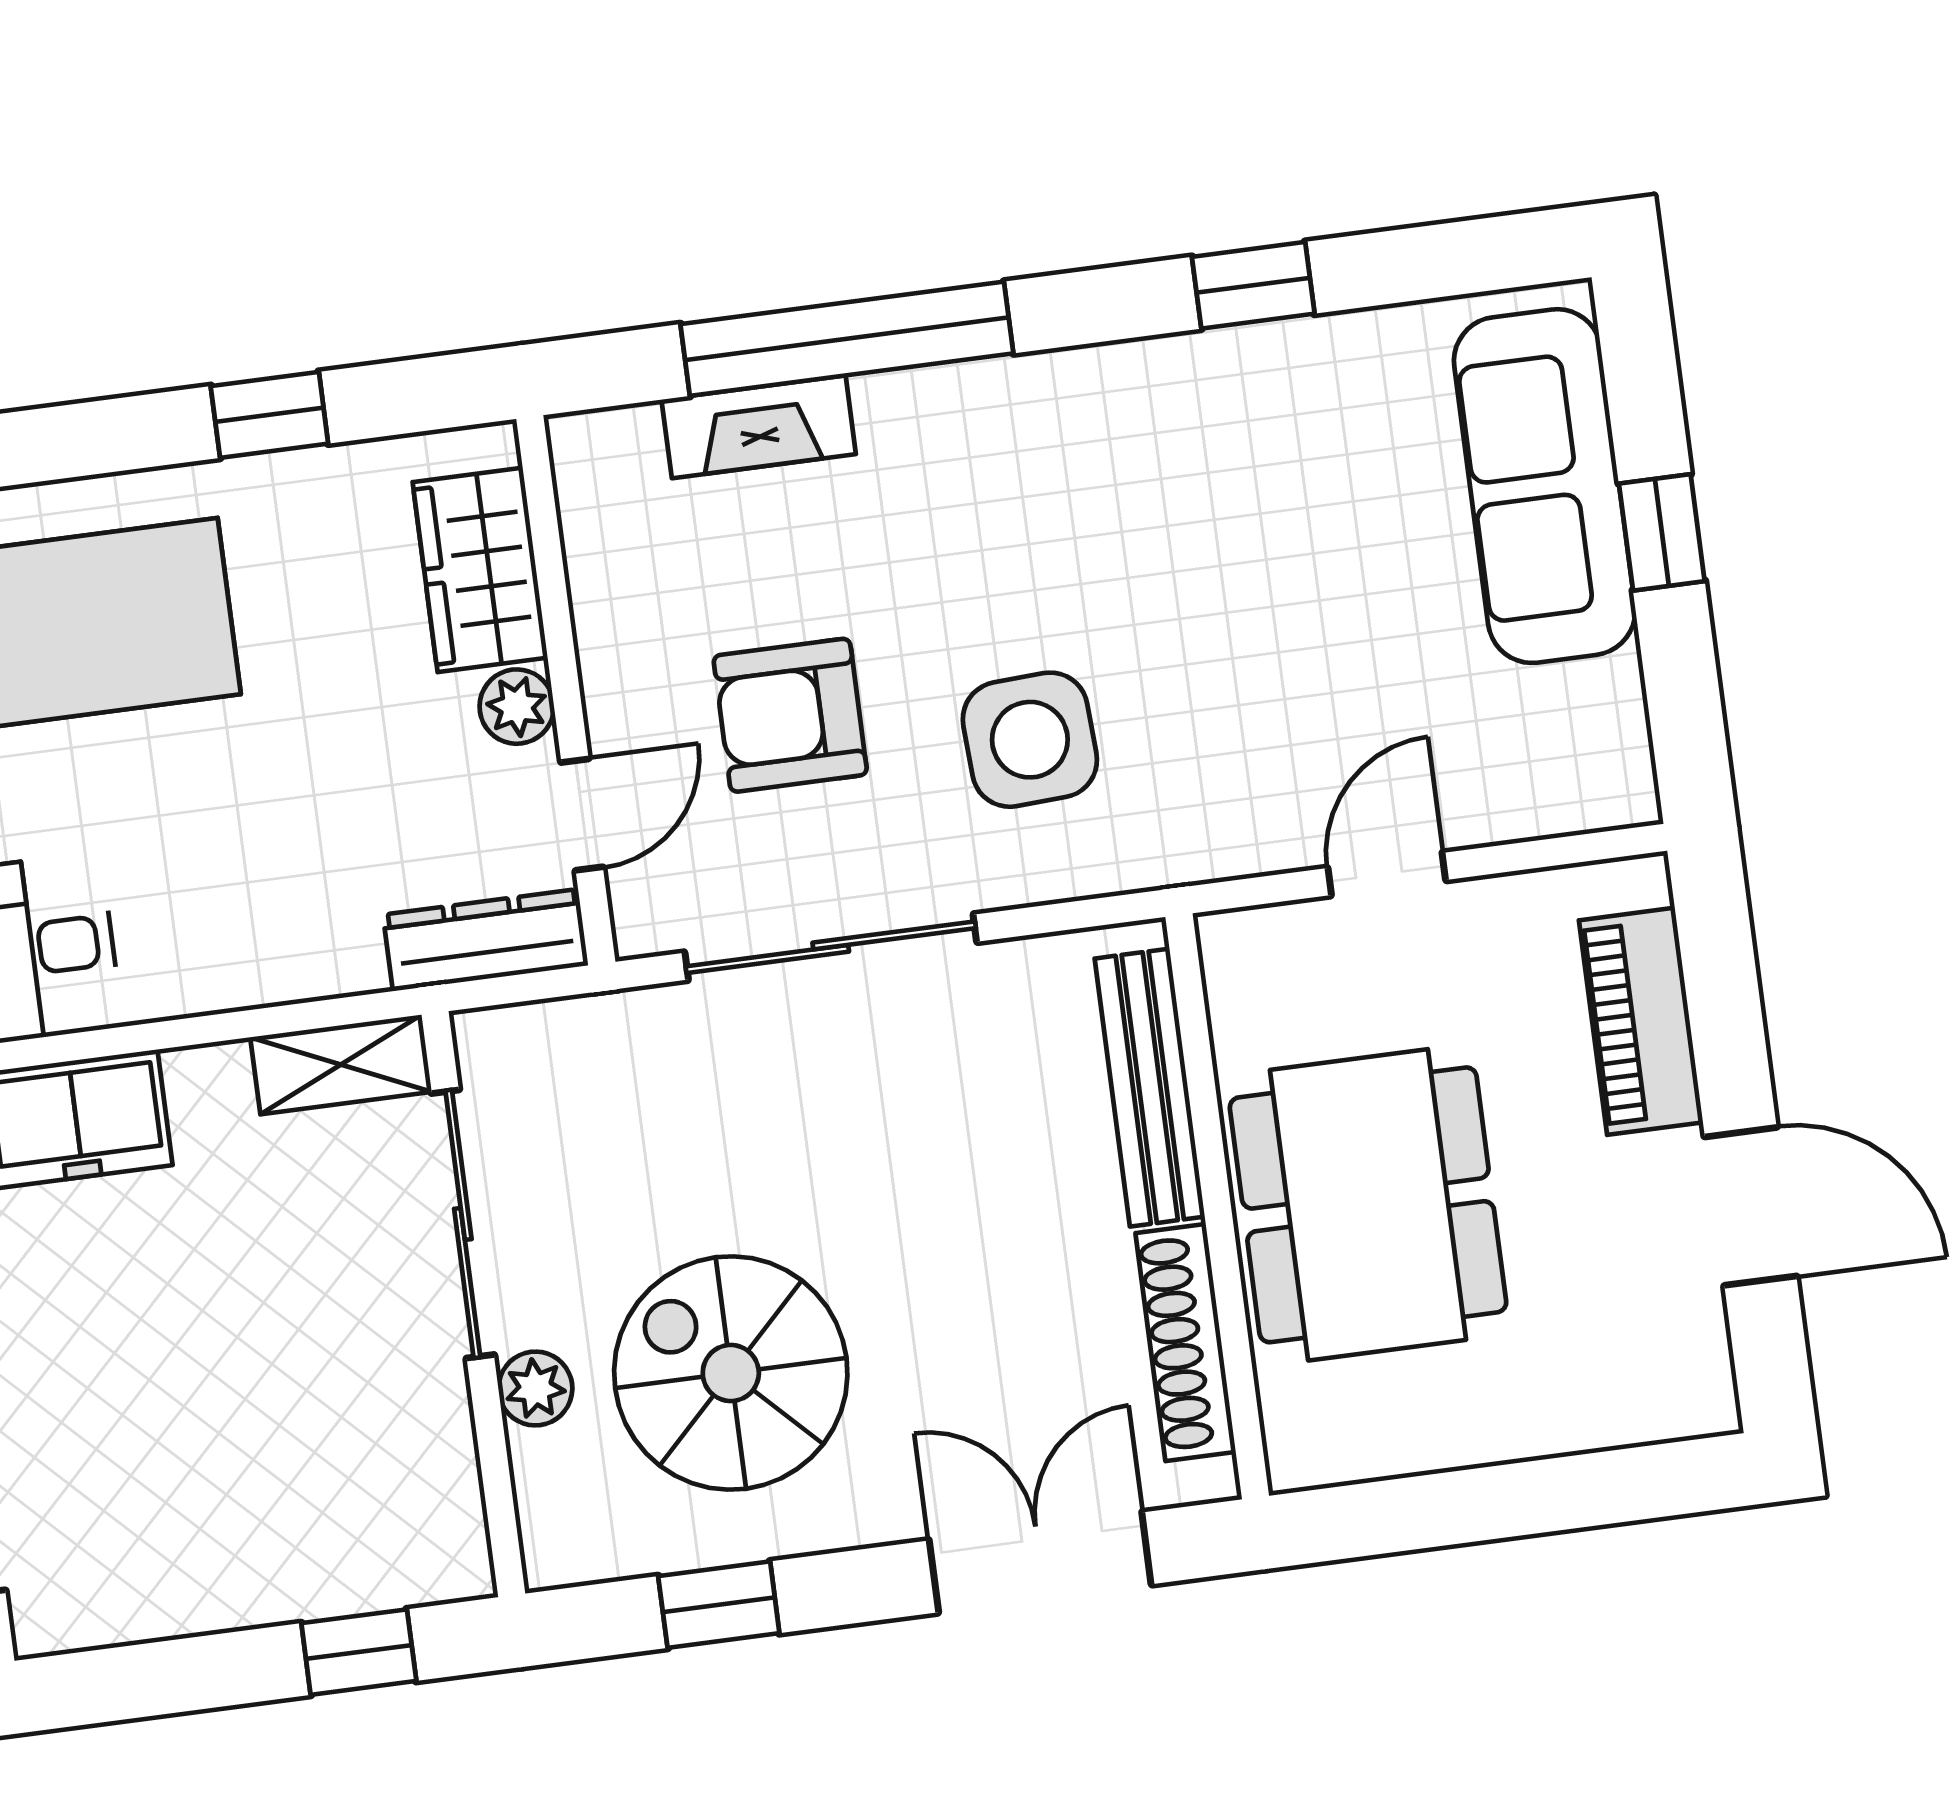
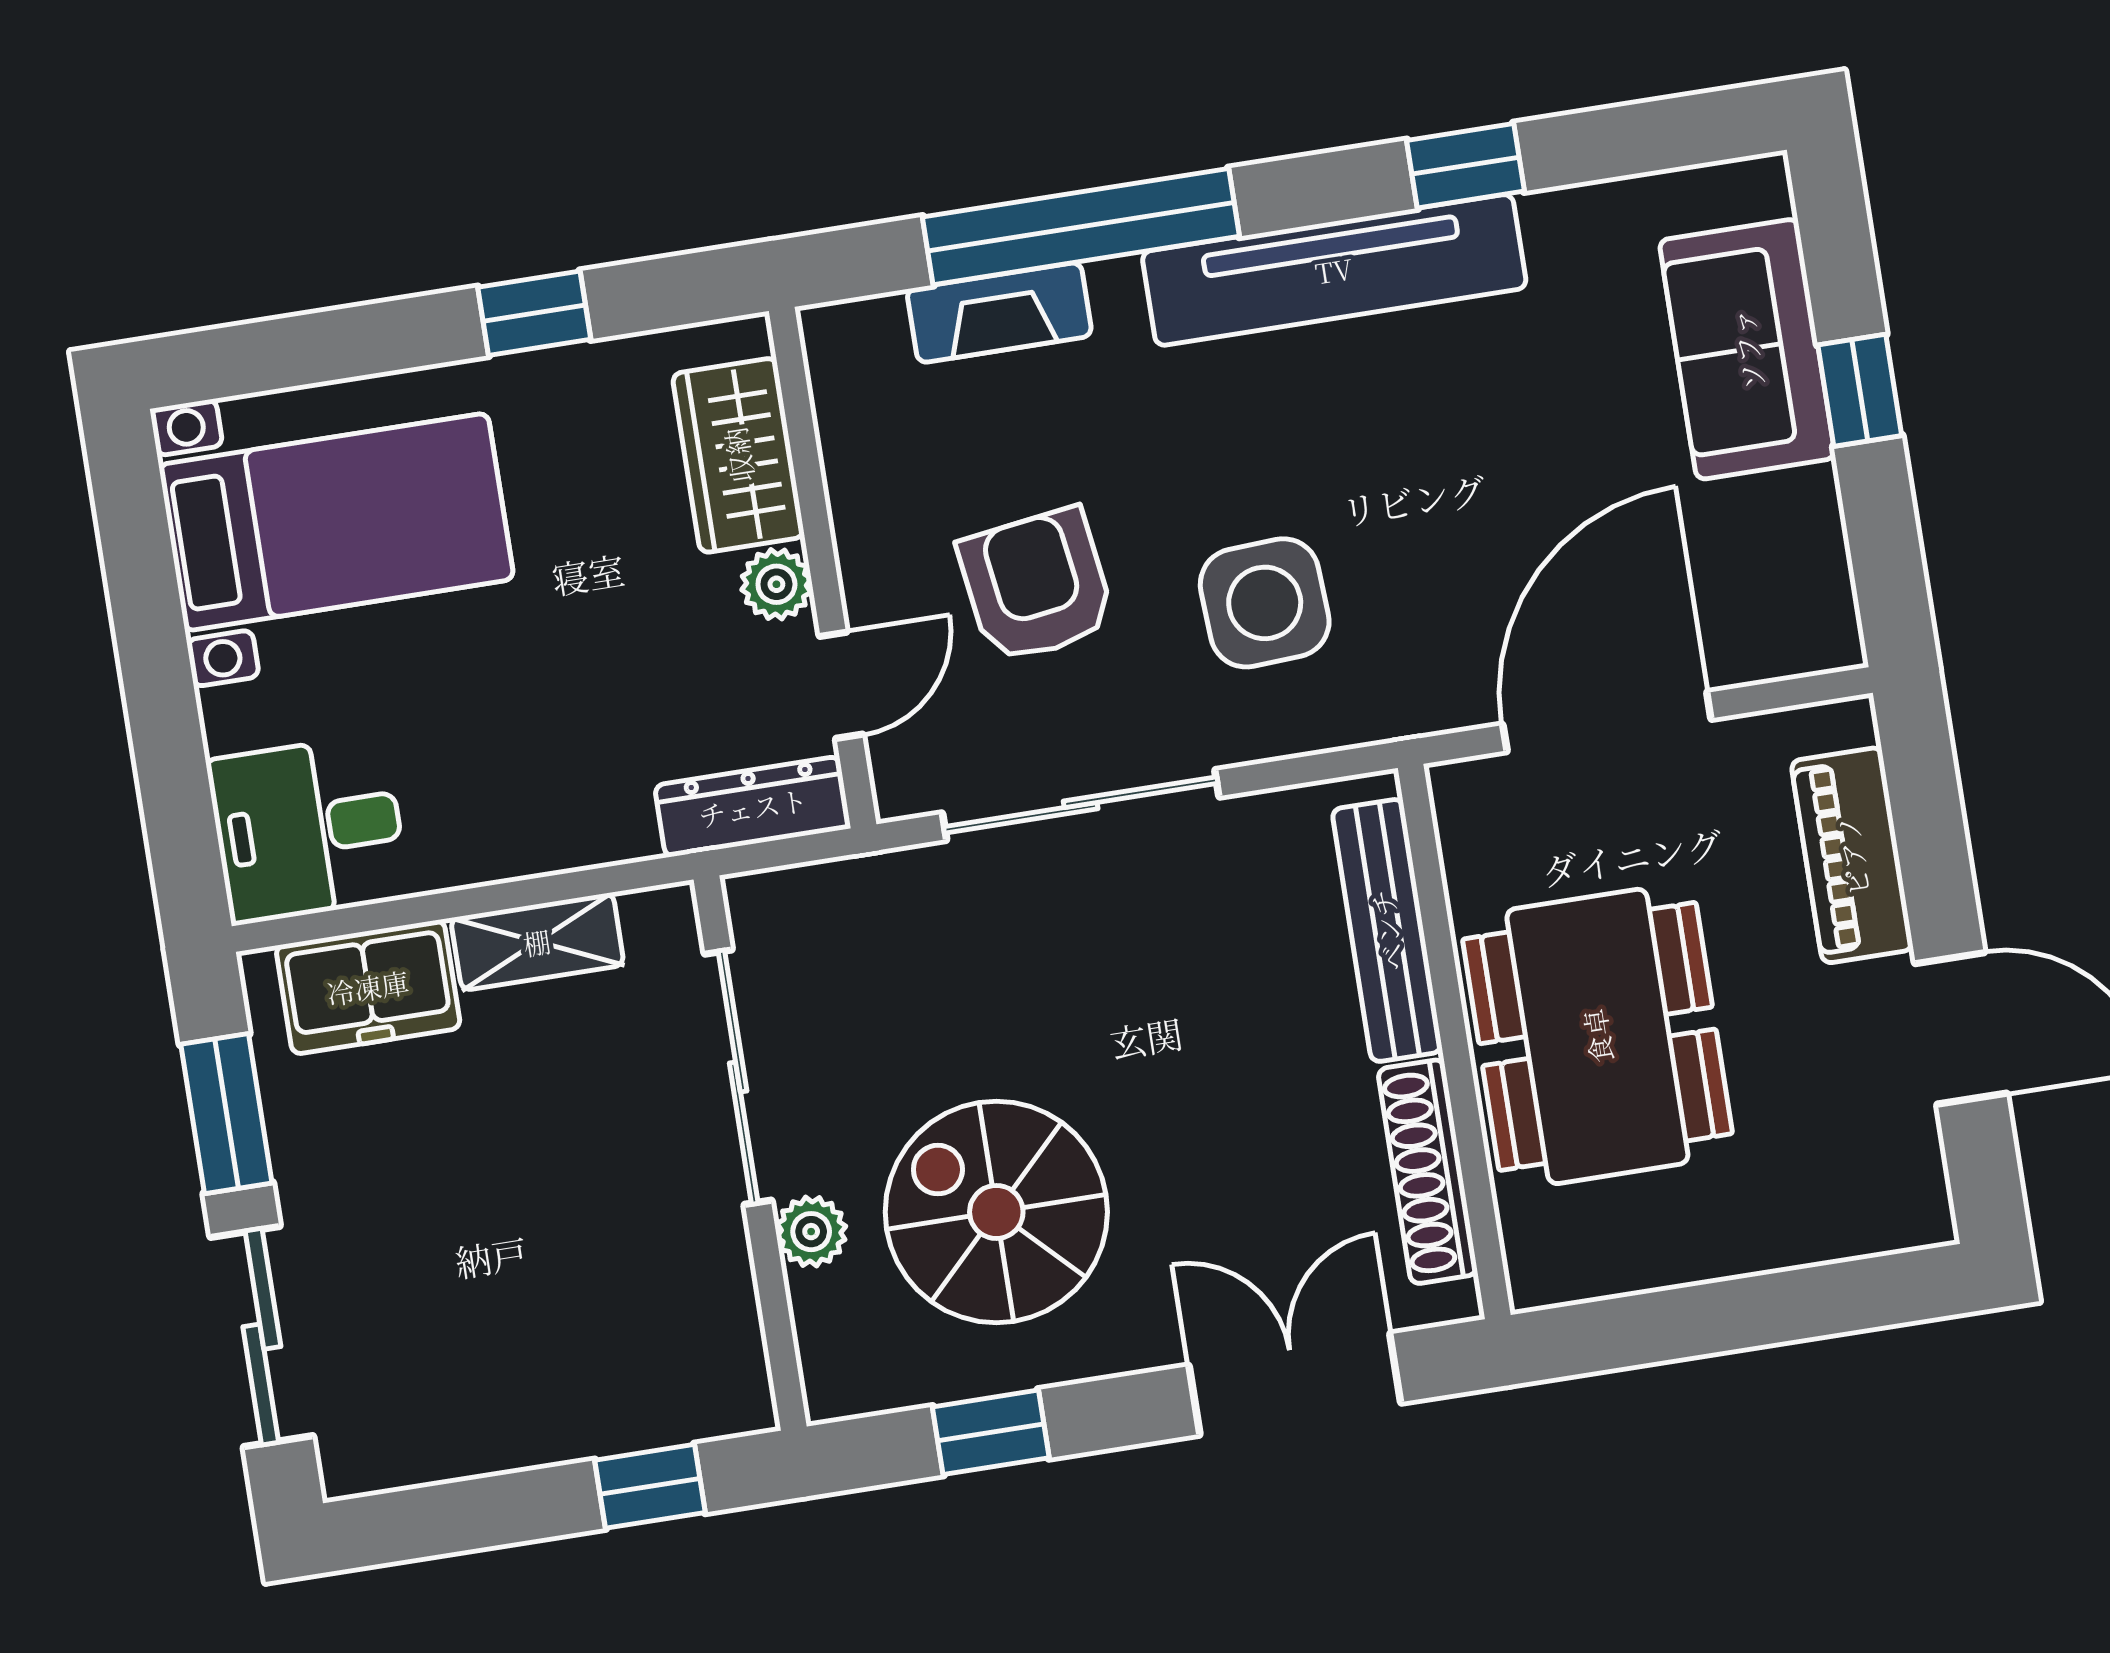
tv unit: (1112, 391) -> (1334, 270), added
sofa: (1545, 486) -> (1747, 349), width x0.73
armchair: (790, 715) -> (1036, 586), turned 82
door: (1387, 874) -> (1607, 722), width x1.88
shelving: (341, 1065) -> (537, 942), moved

